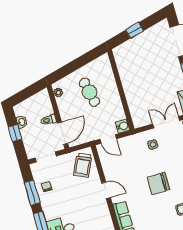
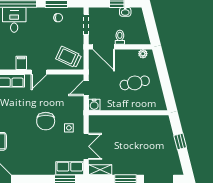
chair: (158, 183) -> (46, 121), moved, turned 180
filing cabinet: (102, 210) -> (21, 63), added

